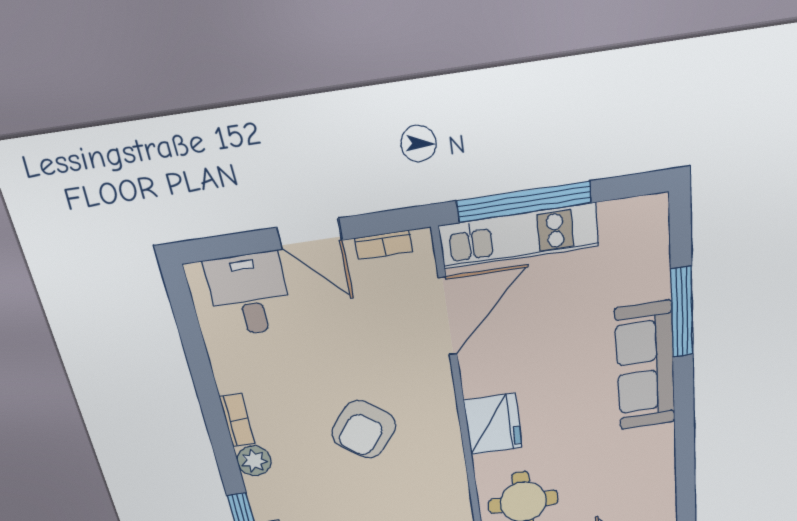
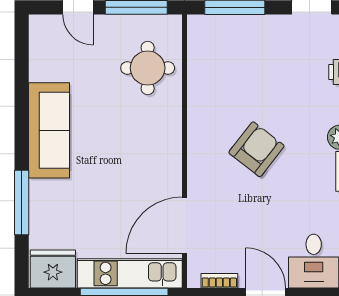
sofa: (645, 367) -> (49, 130), moved
fridge: (493, 424) -> (53, 269), moved, turned 90

